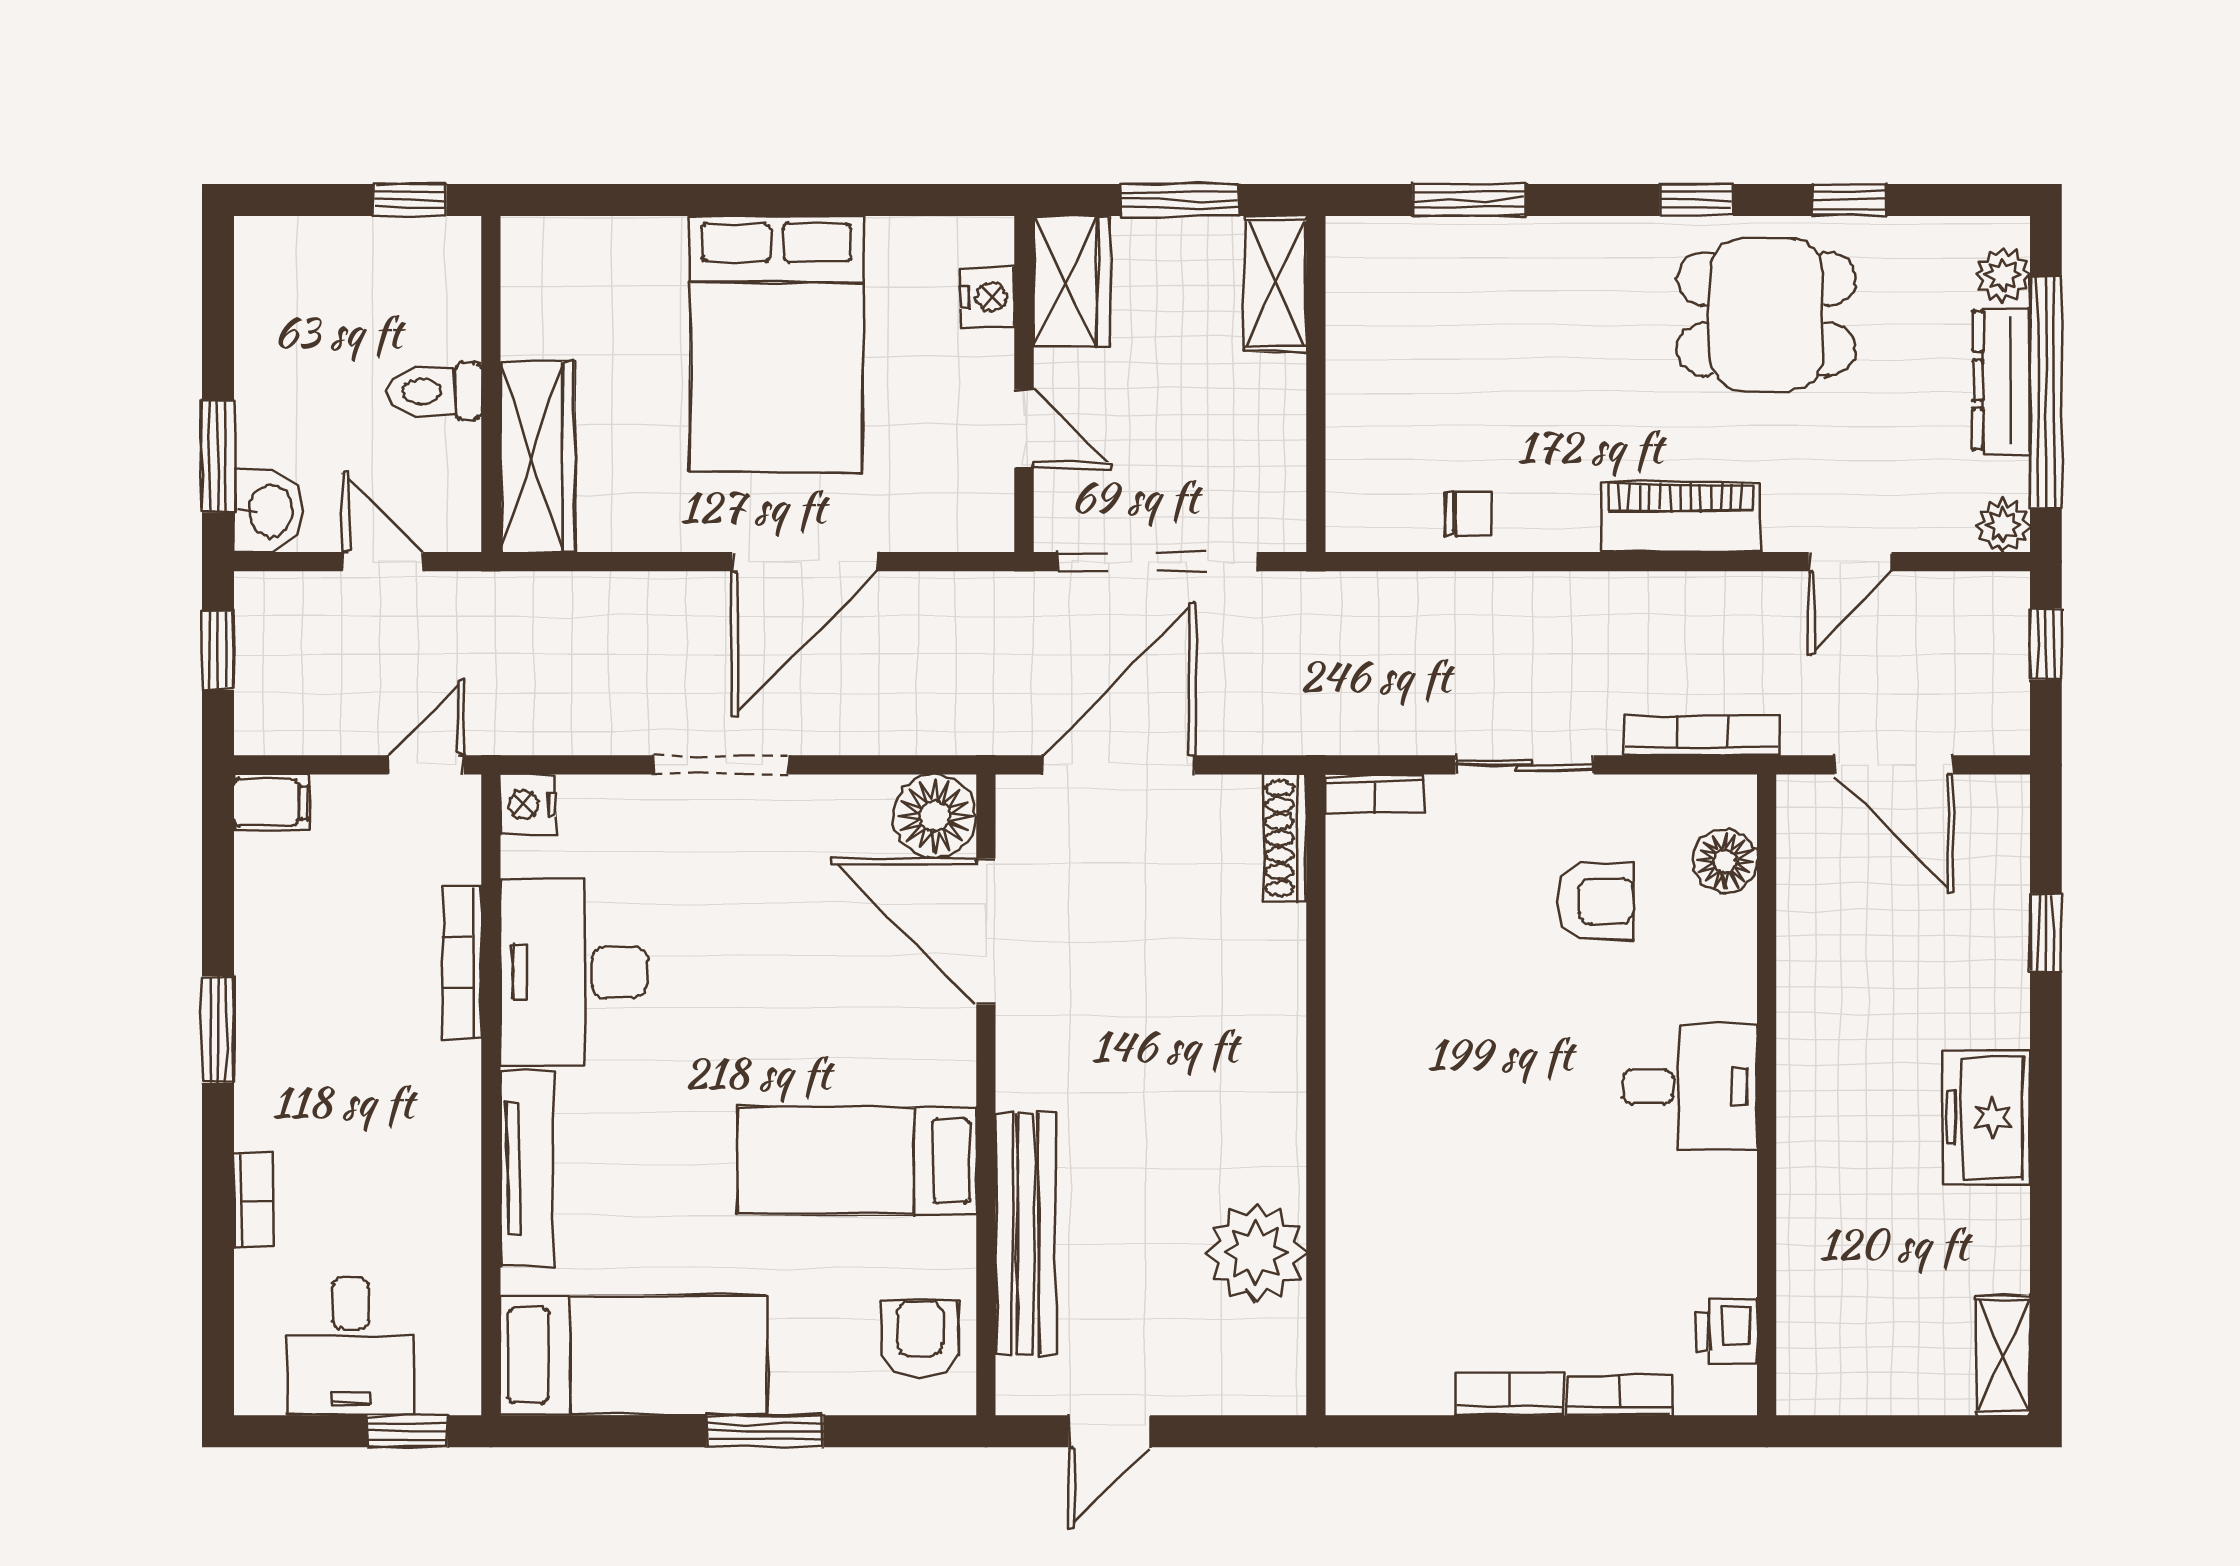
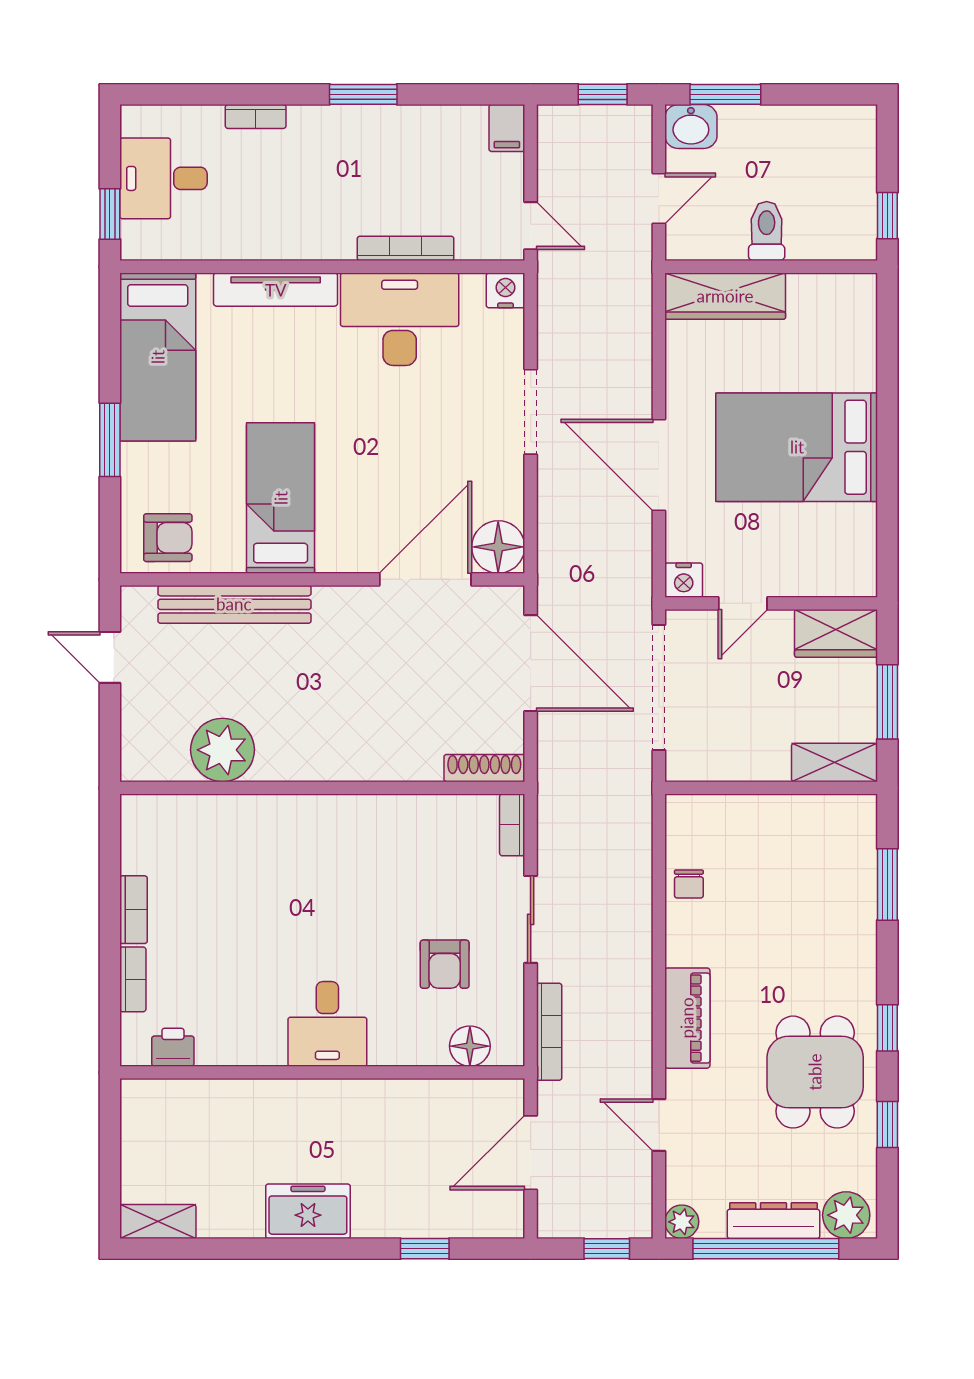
plant: (2003, 275) -> (846, 1215), width x1.38, depth x1.38
nightstand: (987, 297) -> (684, 580), moved

